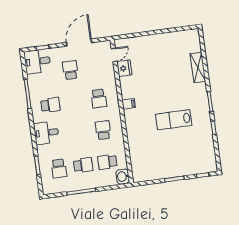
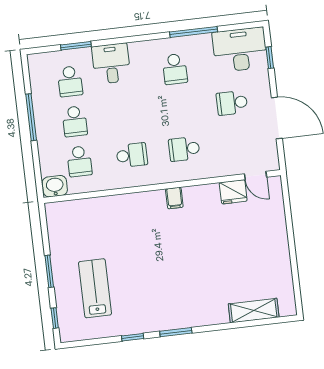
desk: (37, 61) -> (240, 50), width x1.37
shelving: (198, 68) -> (254, 311), moved
school desk: (70, 70) -> (232, 103), turned 180
lab bench: (174, 120) -> (95, 288), moved
desk: (46, 133) -> (111, 64), moved
school desk: (107, 162) -> (79, 161), turned 180
school desk: (59, 168) -> (70, 81), turned -90

